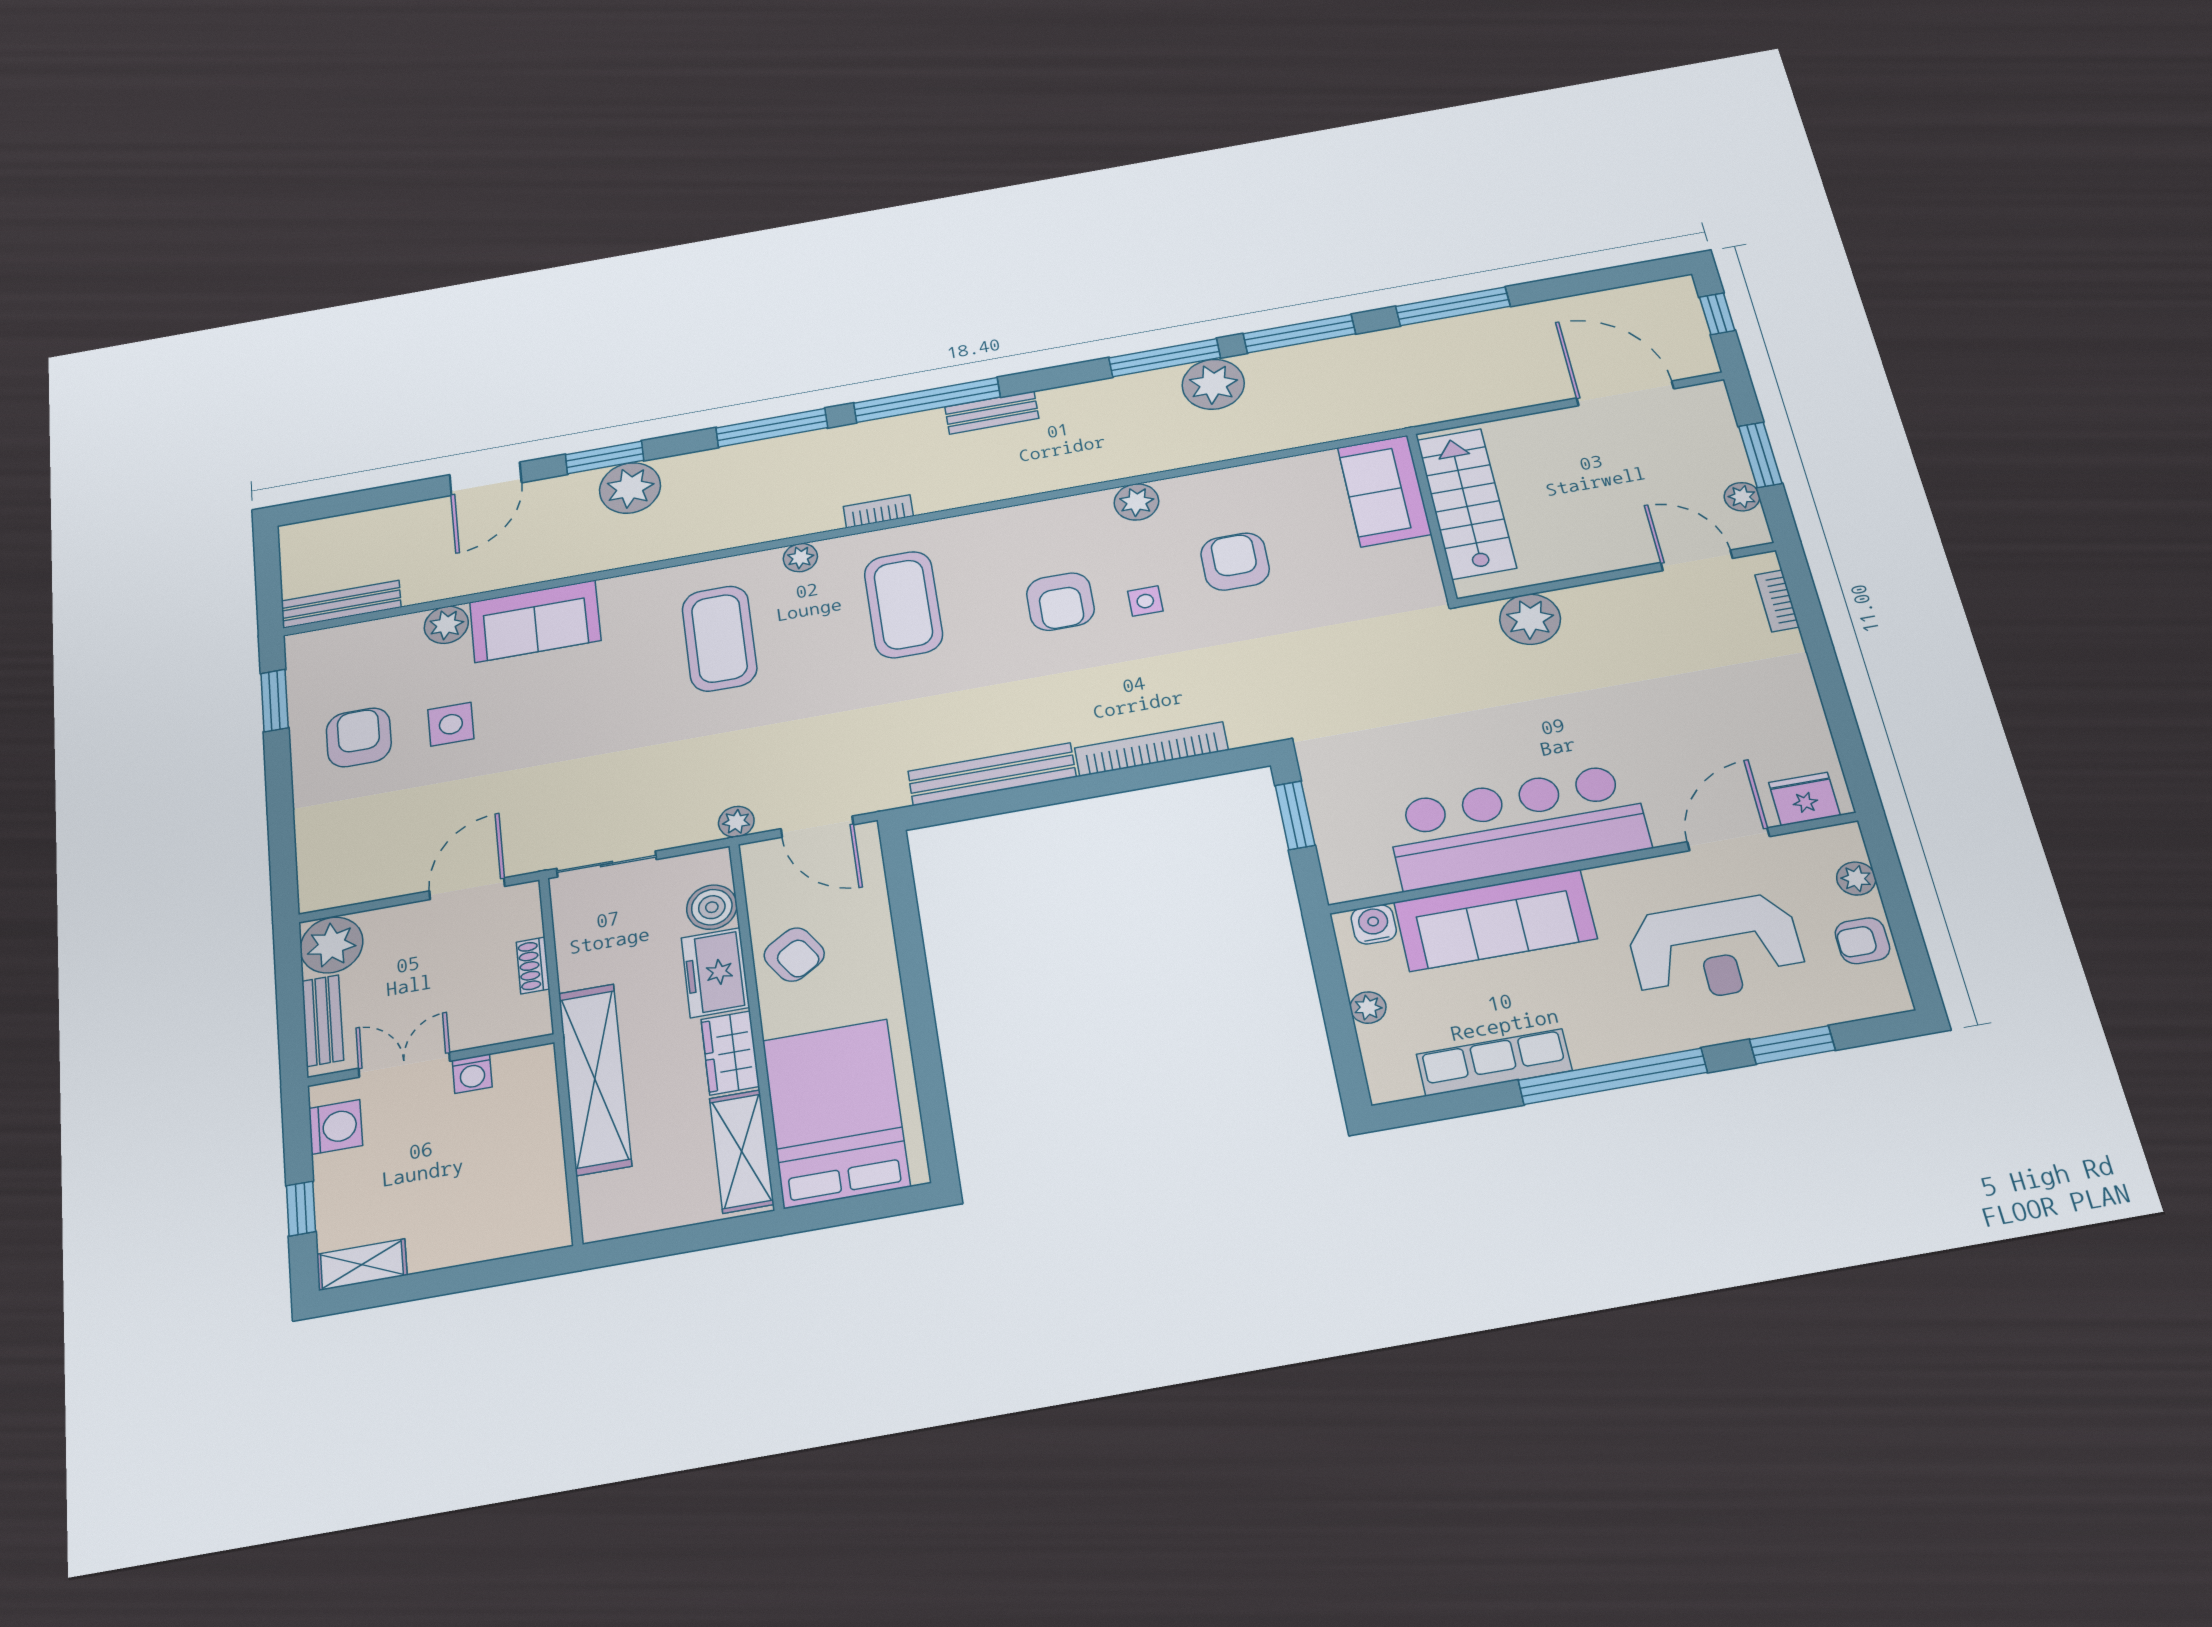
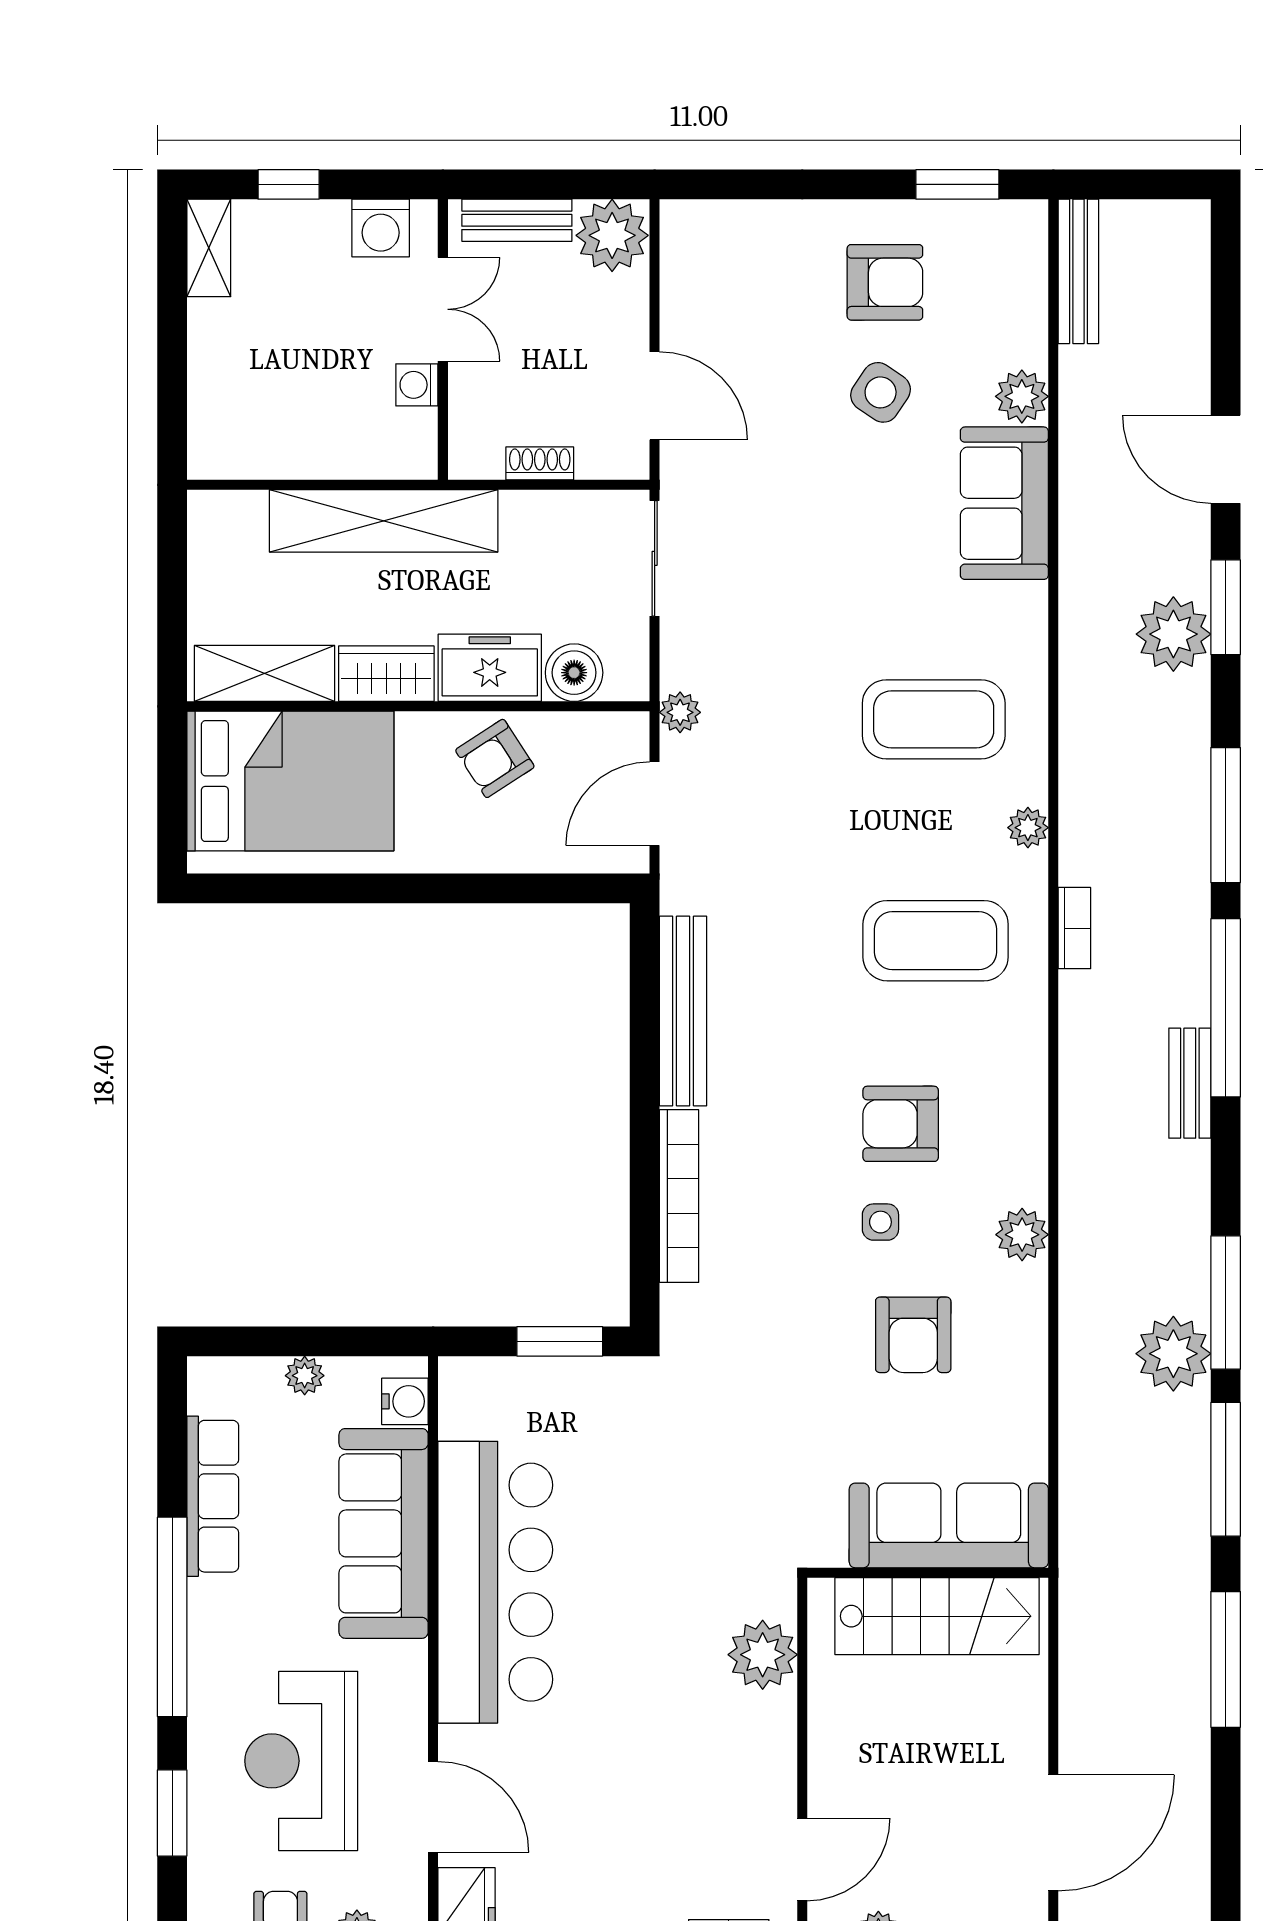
sofa: (1384, 491) -> (949, 1525), width x1.36
armchair: (1235, 562) -> (913, 1335), turned 90
side table: (451, 724) -> (881, 392), turned 34

